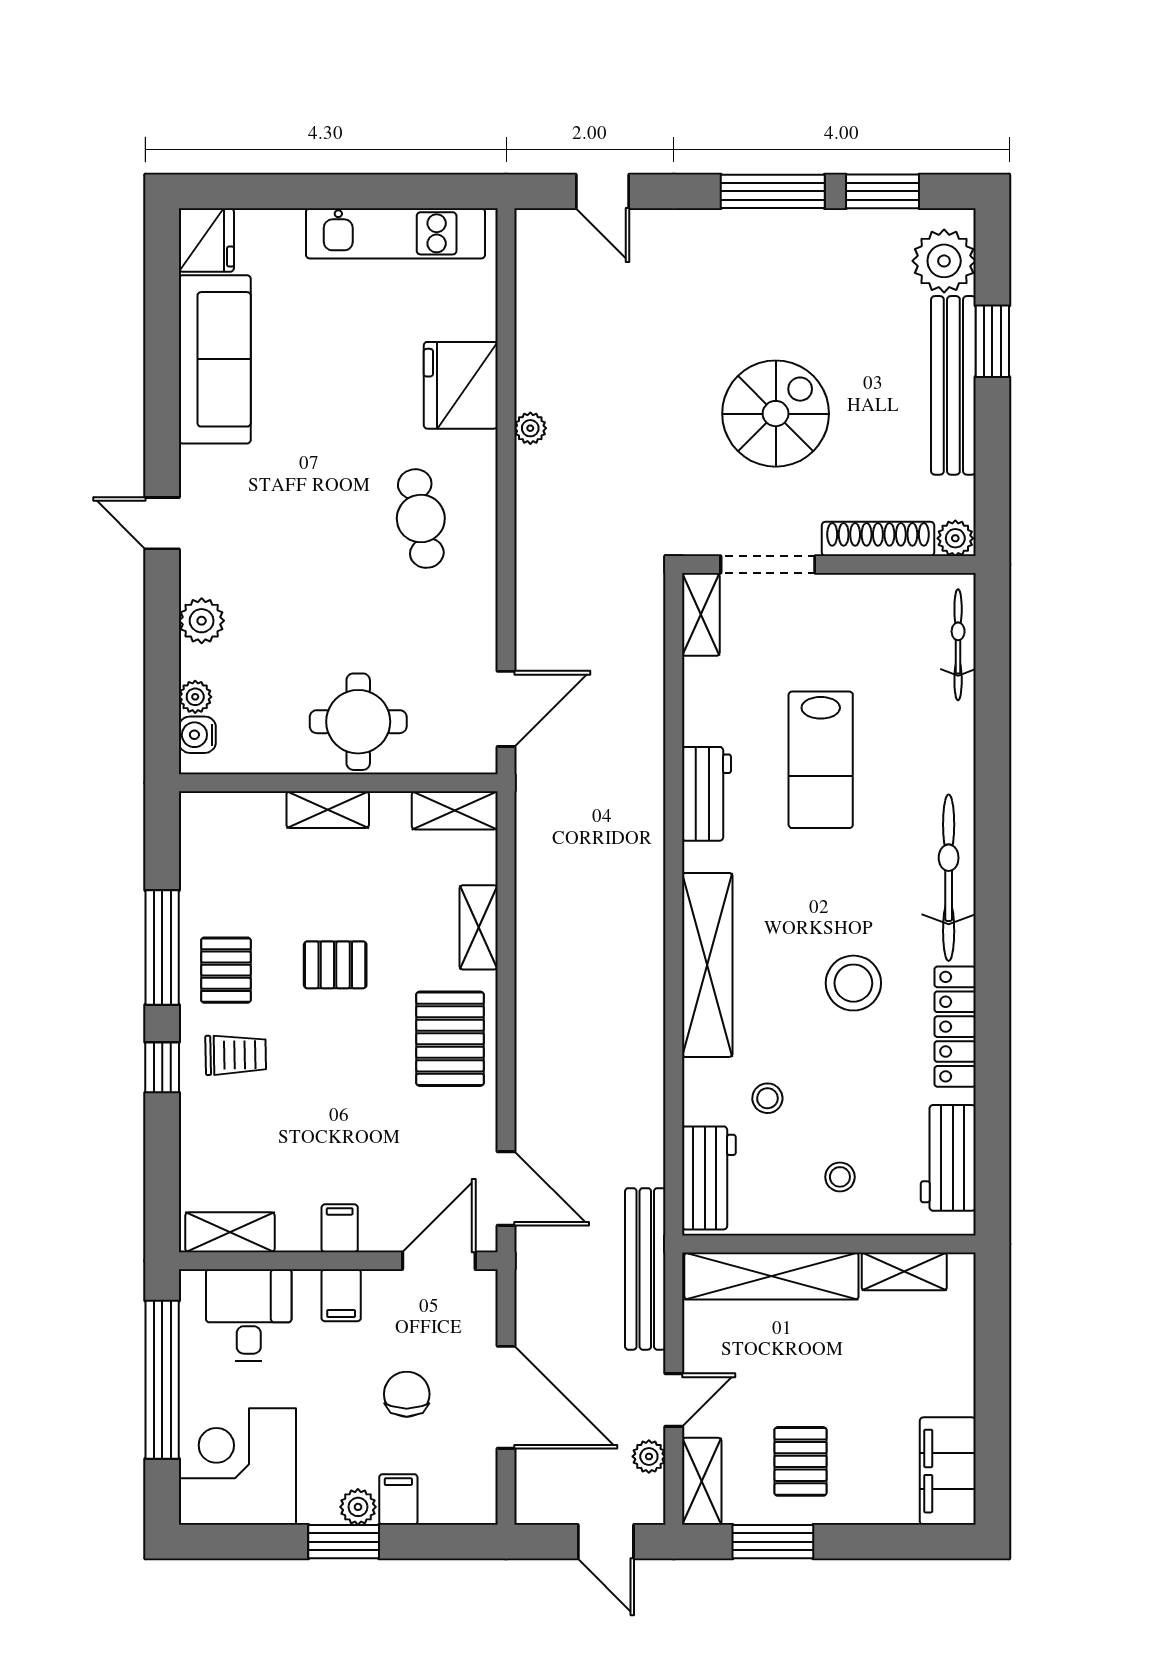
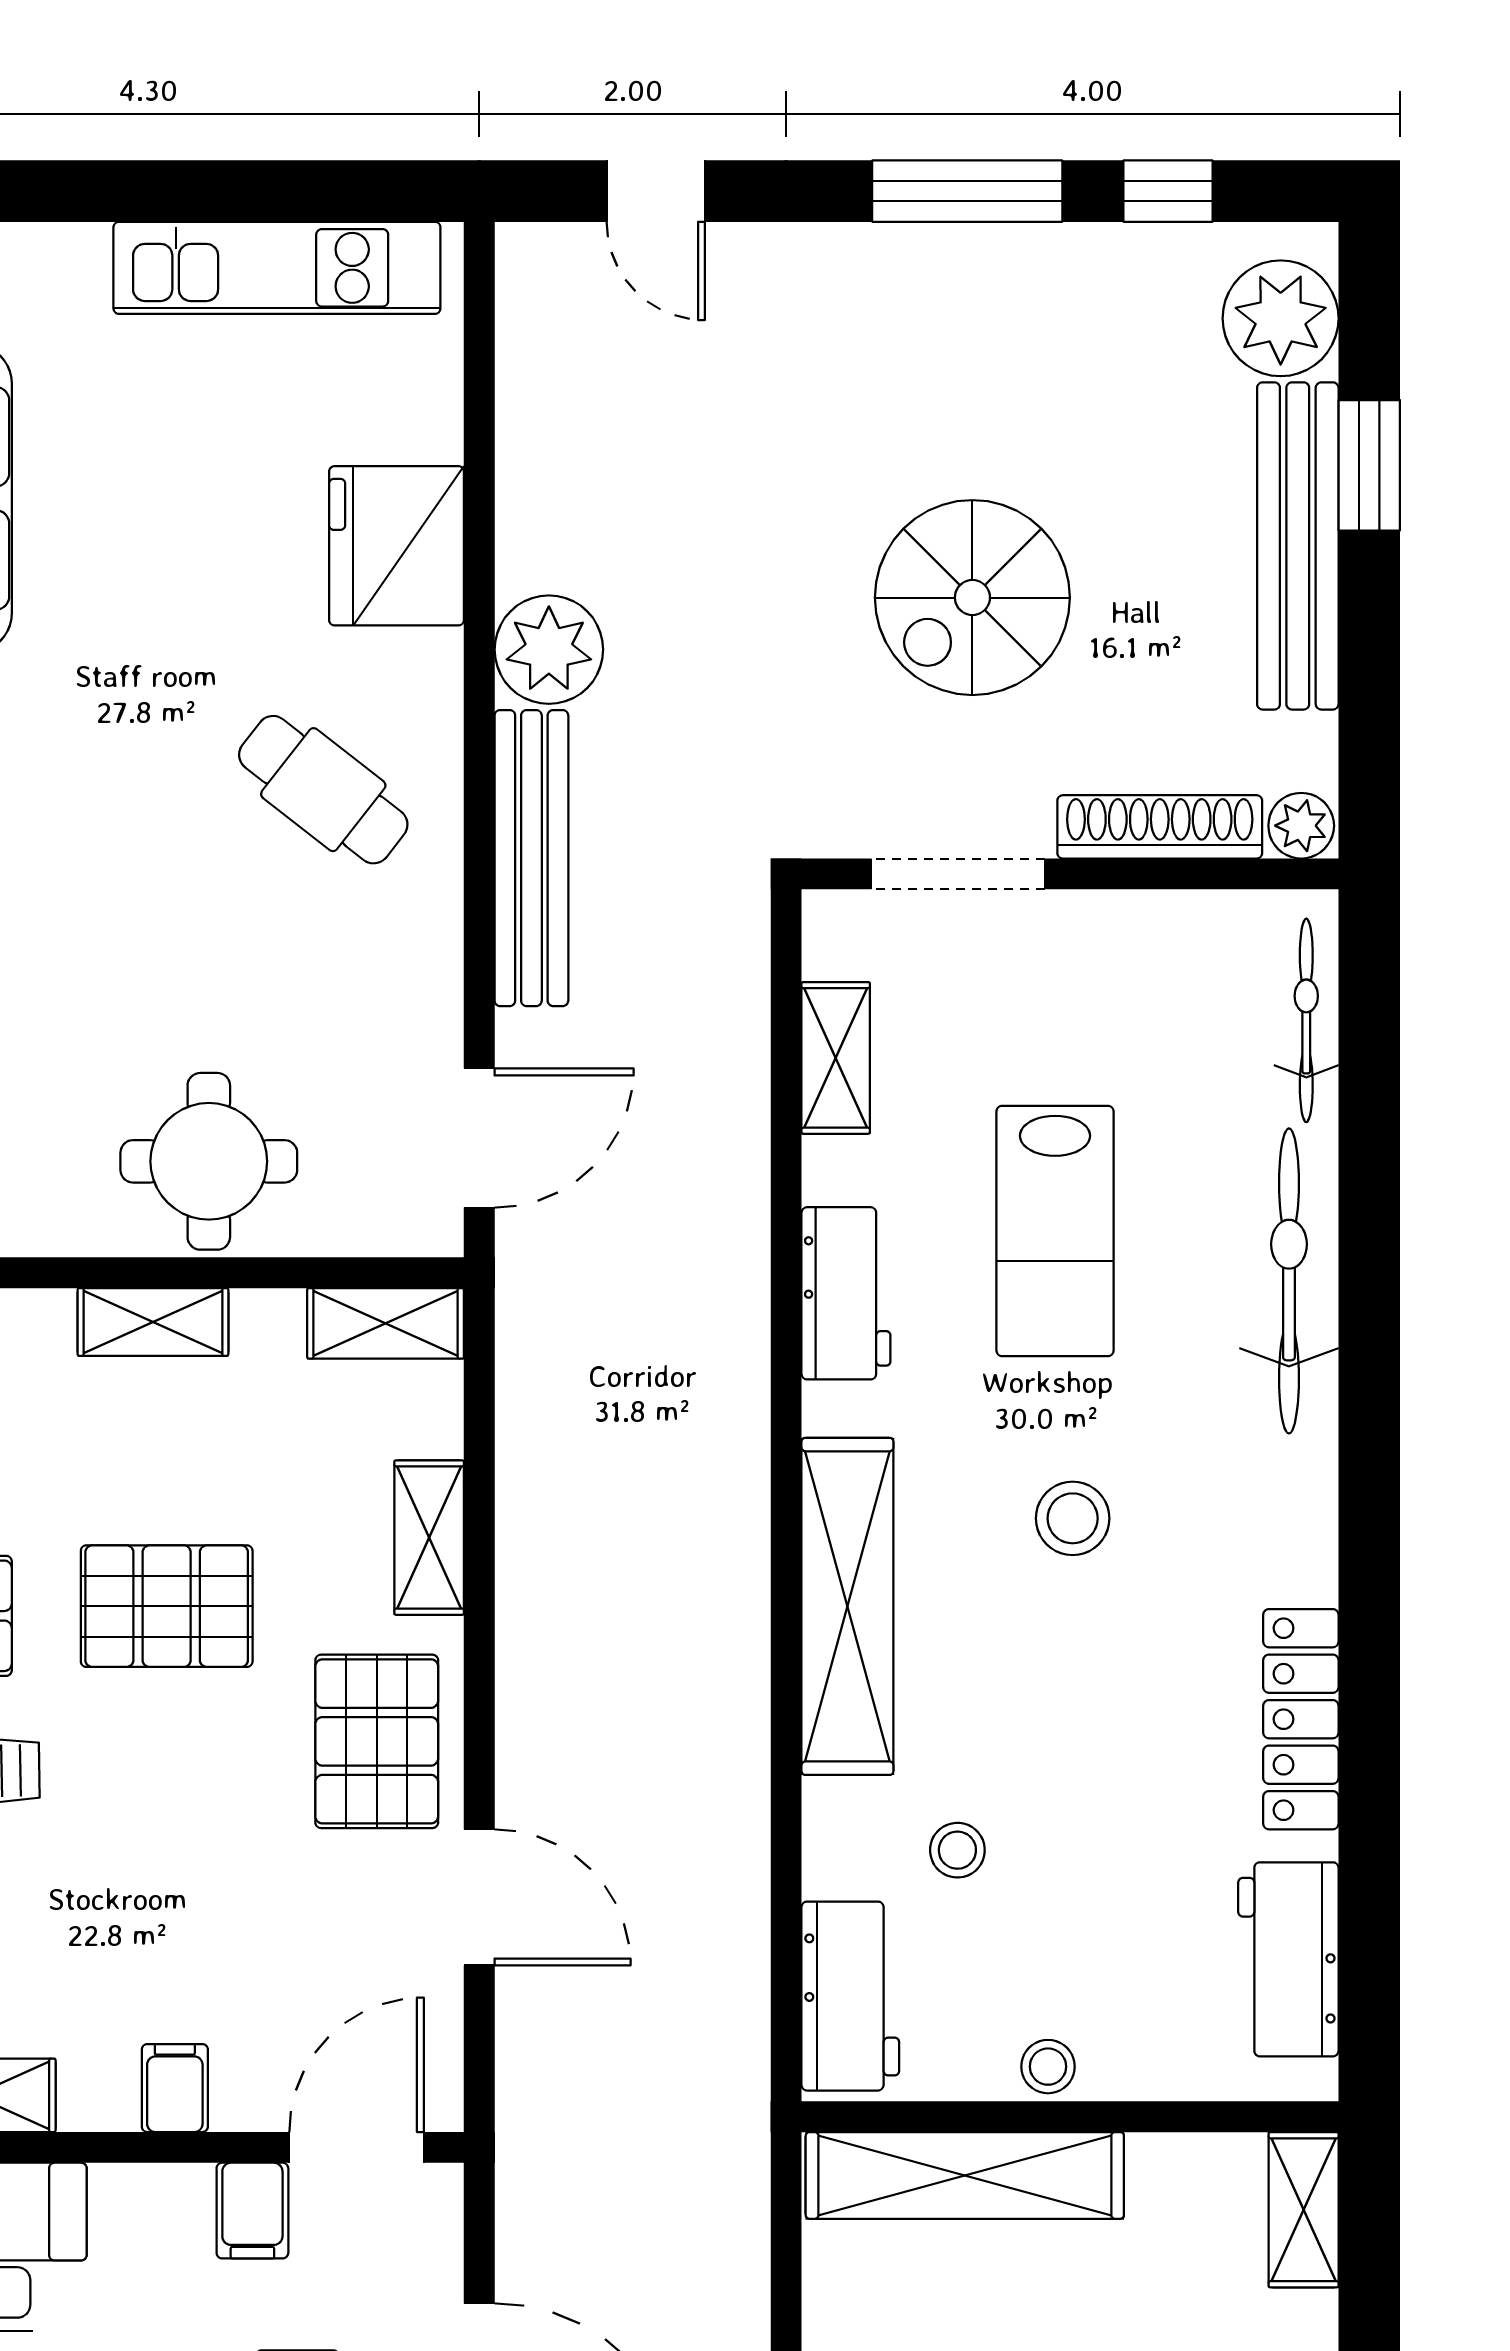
window: (883, 191) -> (1168, 191), width x0.67
spiral stairs: (776, 414) -> (972, 598), turned 180
plant: (530, 428) -> (549, 650), width x1.88, depth x1.88
cafe table: (421, 519) -> (323, 790), turned -42
shelving: (701, 614) -> (836, 1058), moved
bicycle: (949, 878) -> (1289, 1281), moved
pallet: (335, 965) -> (167, 1606), width x1.50, depth x1.42
stool: (853, 983) -> (1073, 1518), moved, width x0.73, depth x0.73
stool: (840, 1177) -> (1048, 2067), moved
door: (506, 1189) -> (479, 1897), moved
bench: (645, 1269) -> (531, 858), moved
shelving: (904, 1271) -> (1304, 2210), moved, turned 90
filing cabinet: (341, 1295) -> (252, 2211), moved

